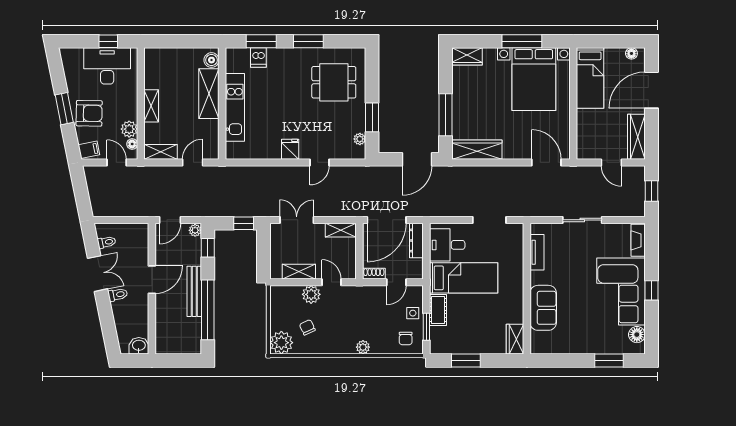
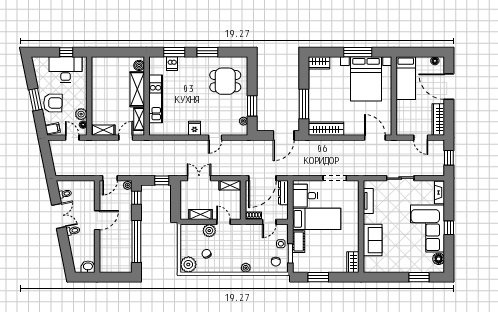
door: (651, 90) -> (449, 87), hinge flipped
shelving: (151, 106) -> (139, 119), moved
bench: (194, 291) -> (127, 228), removed

